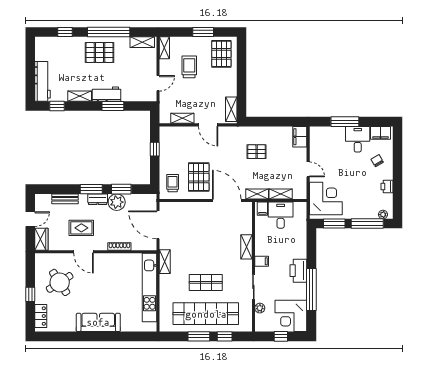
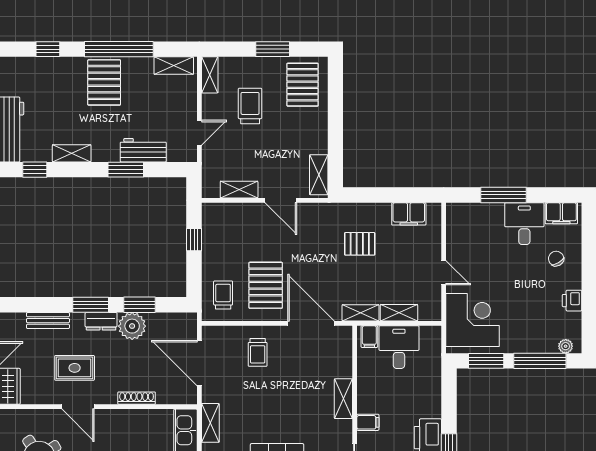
pallet: (100, 52) -> (104, 82), turned 90
workbench: (106, 94) -> (143, 150), moved
filing cabinet: (300, 137) -> (409, 214), moved, turned -90
trolley: (194, 218) -> (258, 352), added

